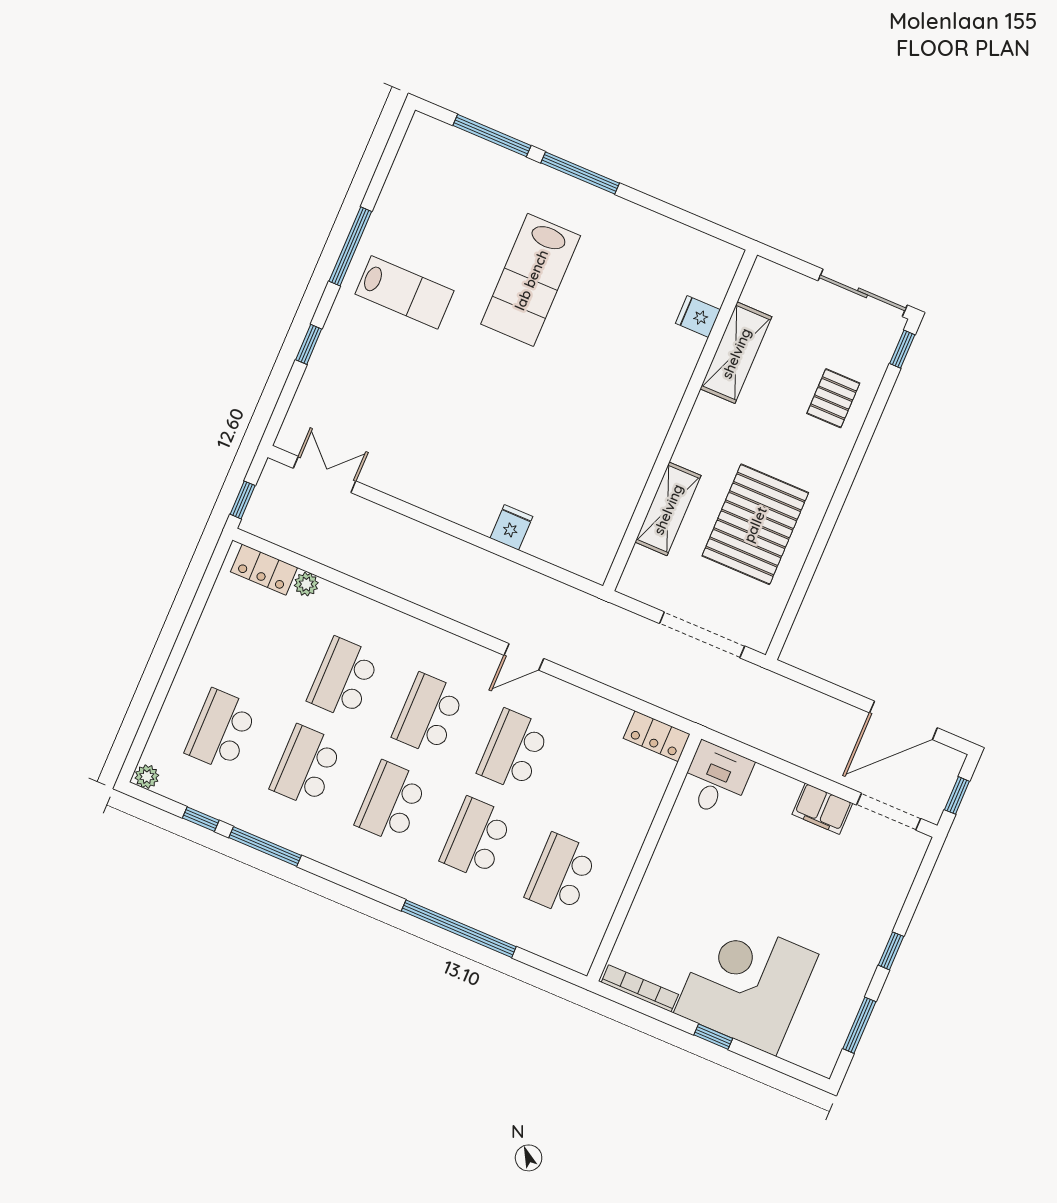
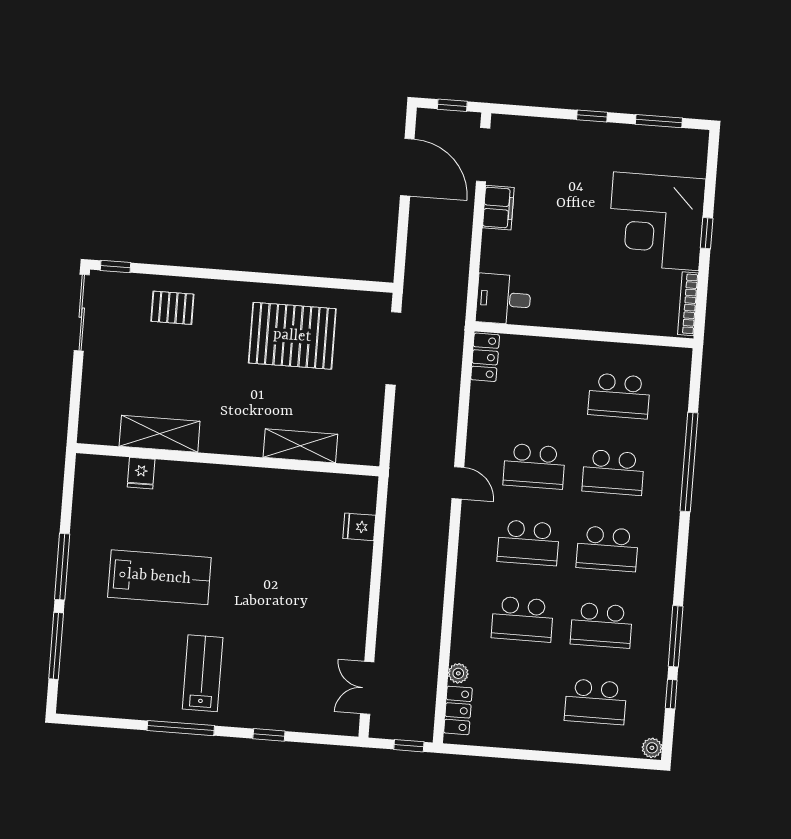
fridge: (698, 317) -> (141, 473), moved
shelving: (736, 353) -> (160, 434), moved
wall: (680, 420) -> (228, 460), moved
shelving: (668, 509) -> (300, 446), moved

